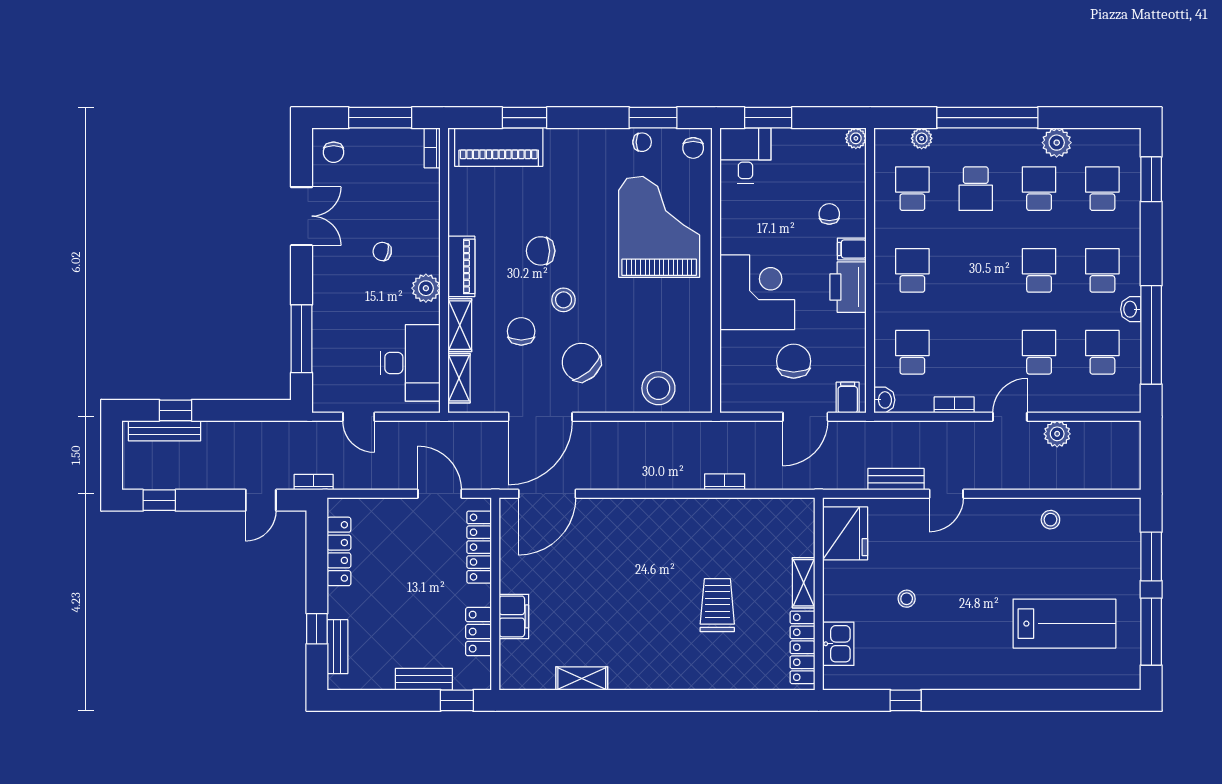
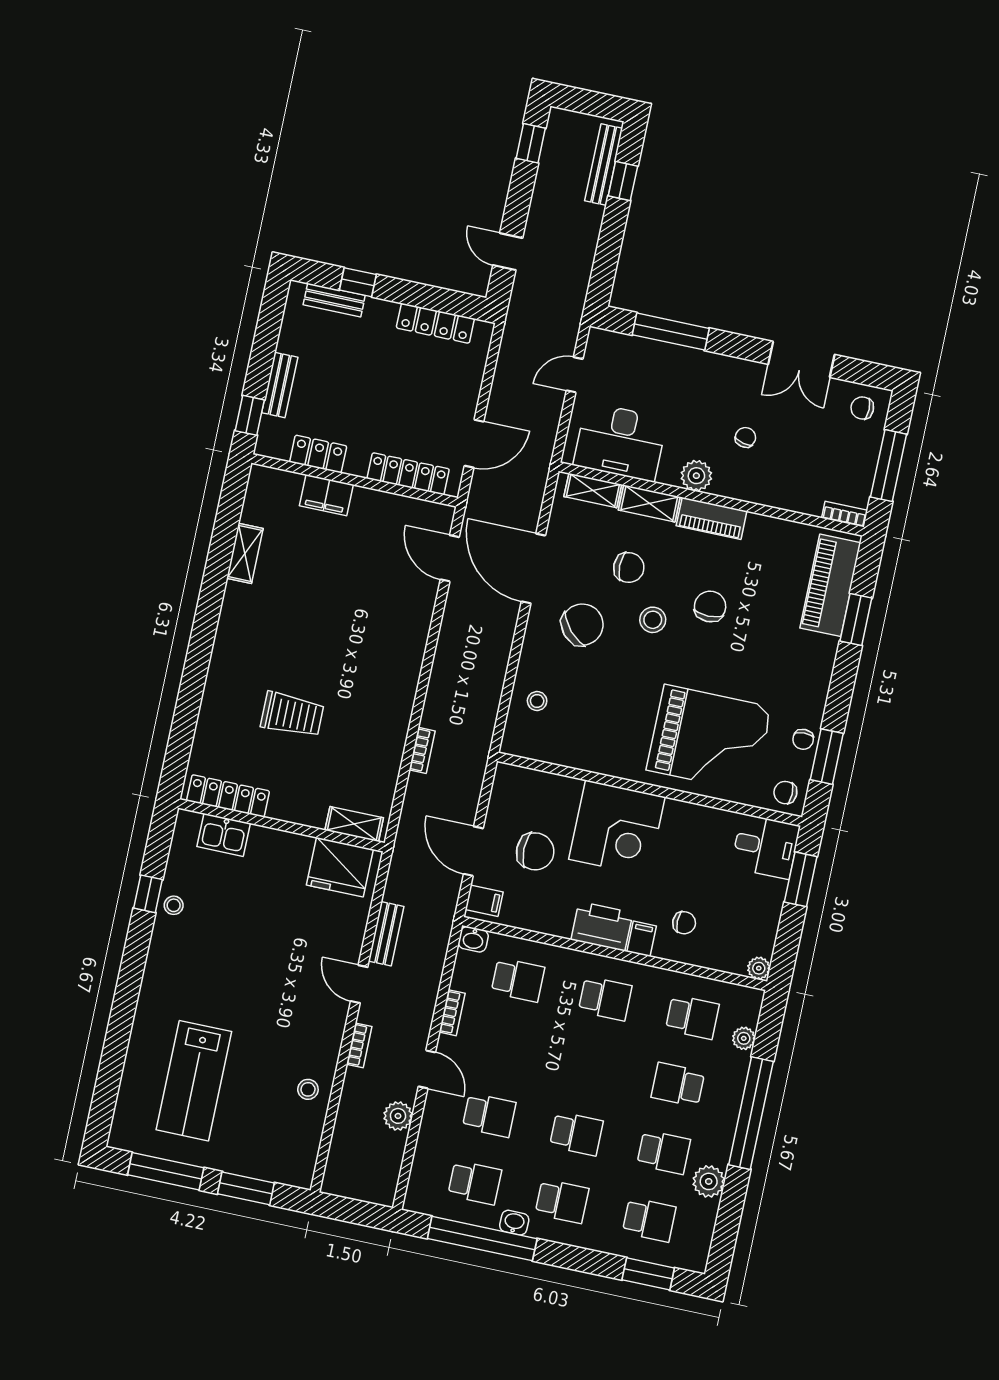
stool: (658, 388) -> (537, 701), width x0.53, depth x0.53
bookcase: (314, 482) -> (359, 1045), moved
door: (547, 494) -> (450, 558), width x0.73
shelving: (804, 583) -> (354, 824), moved
stool: (907, 599) -> (174, 905), moved

